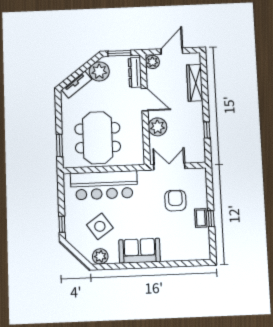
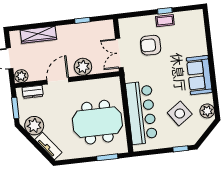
dresser: (135, 72) -> (33, 92), width x0.70

